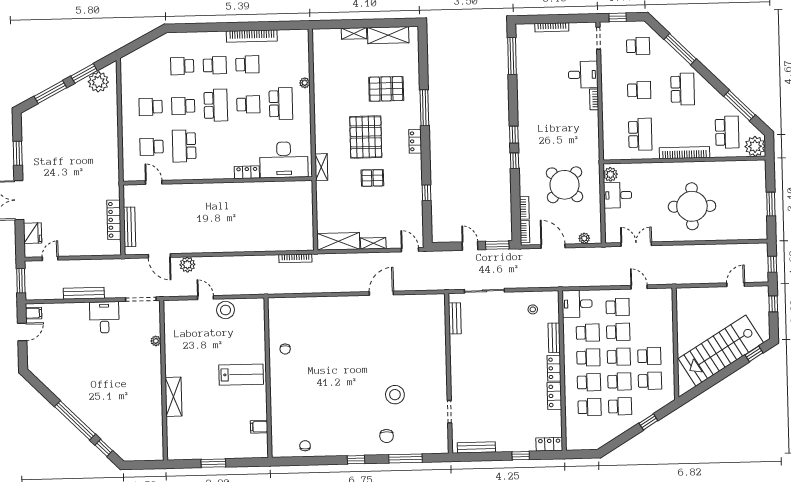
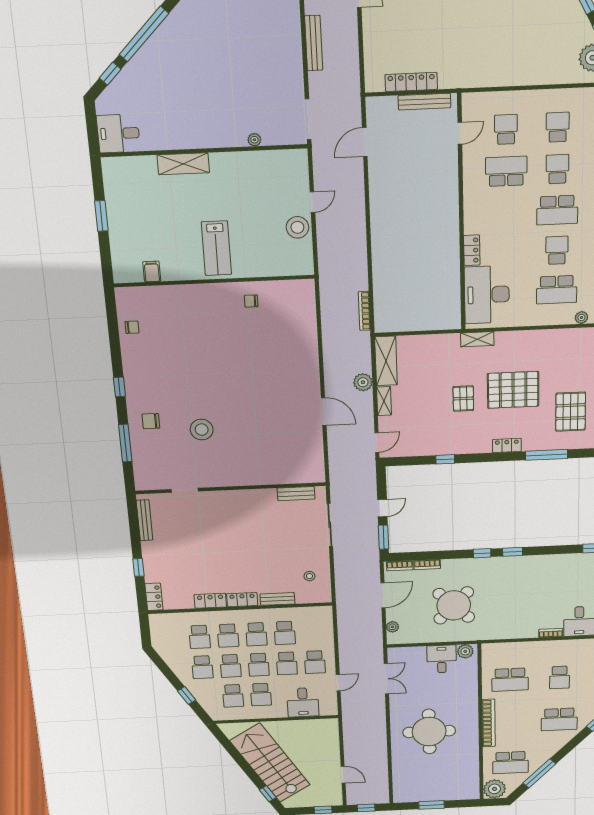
school desk: (248, 104) -> (557, 250), turned 180
bench: (130, 227) -> (424, 102), moved
plant: (187, 265) -> (363, 382), moved
desk: (577, 304) -> (303, 702), moved, turned 180
desk: (104, 317) -> (118, 133), moved, turned 180

